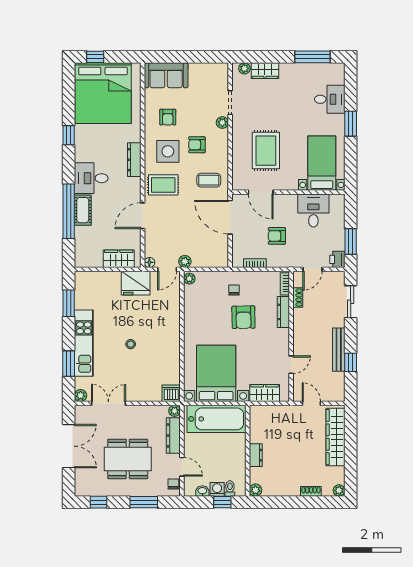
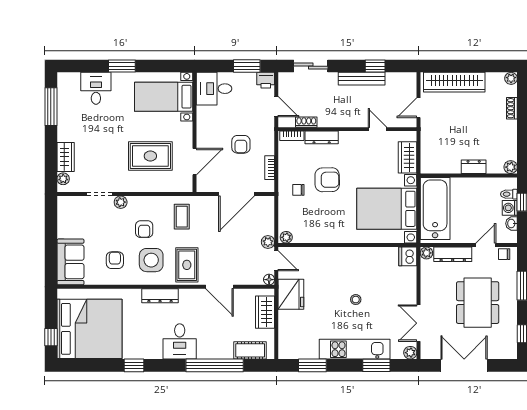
armchair: (168, 117) -> (115, 260), turned -90
cot: (83, 210) -> (250, 350), moved
desk: (313, 211) -> (214, 89), moved
door: (230, 217) -> (236, 194), moved

